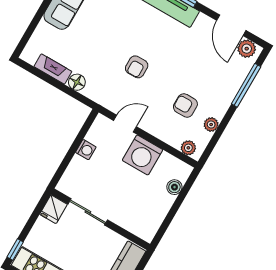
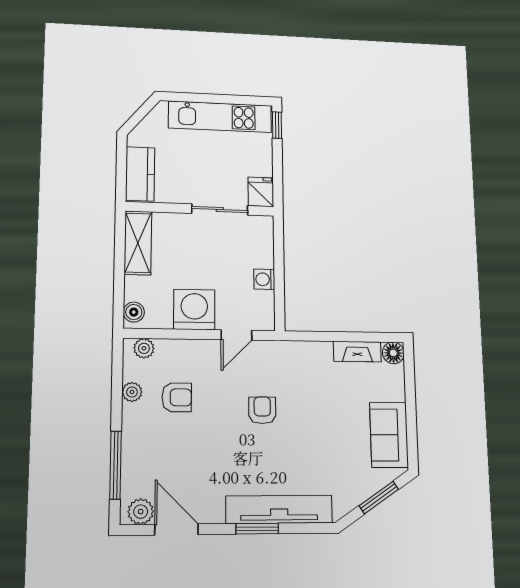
floor lamp: (77, 82) -> (393, 353), moved
boiler: (174, 187) -> (134, 312), moved
shelving: (154, 218) -> (138, 243), added

